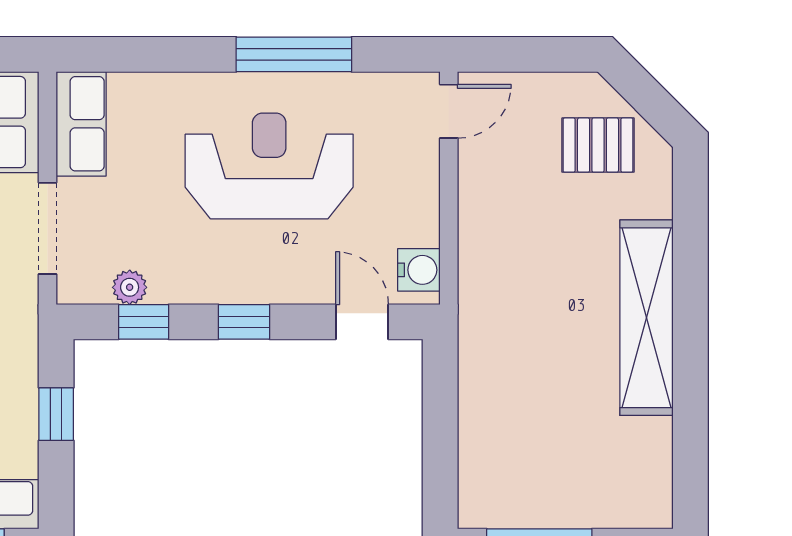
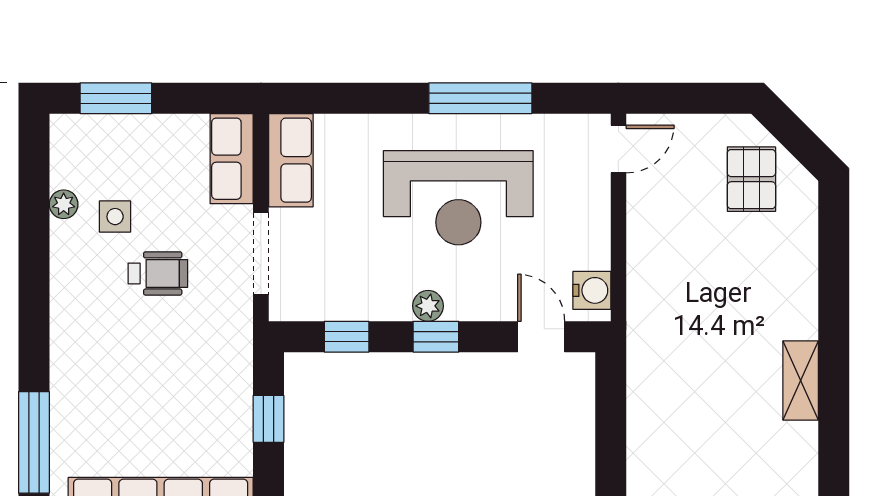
pallet: (598, 145) -> (751, 179), turned 90
reception desk: (269, 166) -> (458, 198), turned 180
plant: (130, 287) -> (428, 306), moved
shelving: (647, 318) -> (801, 381), width x0.45, depth x0.75

